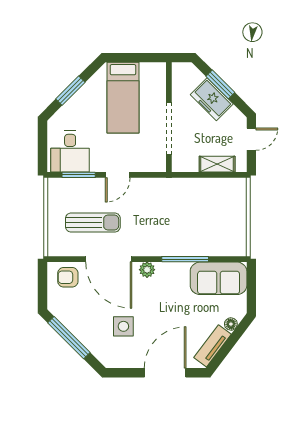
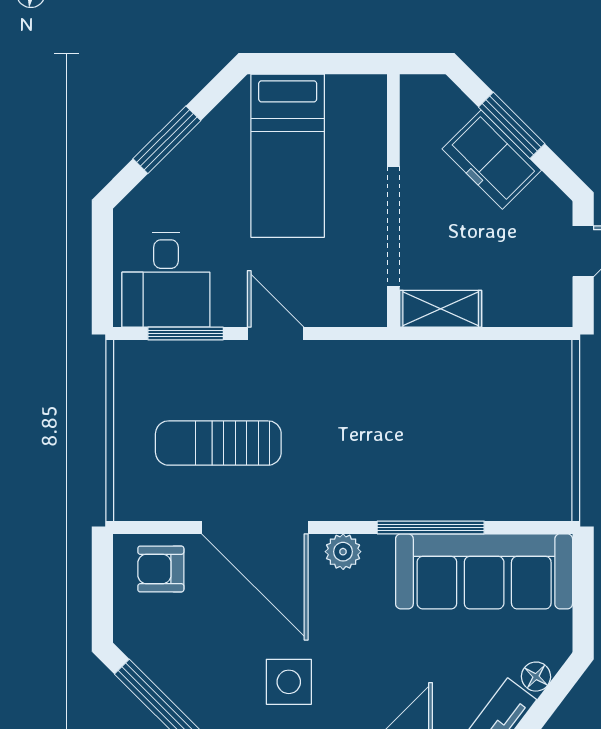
shelving: (217, 164) -> (441, 309), moved
door: (118, 175) -> (276, 334), swing flipped
sun lounger: (93, 223) -> (218, 443), turned 180
sofa: (219, 278) -> (484, 571), width x1.36

